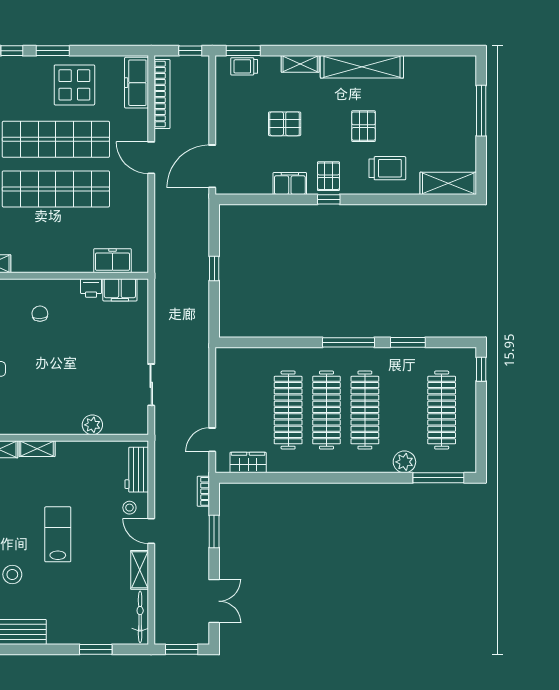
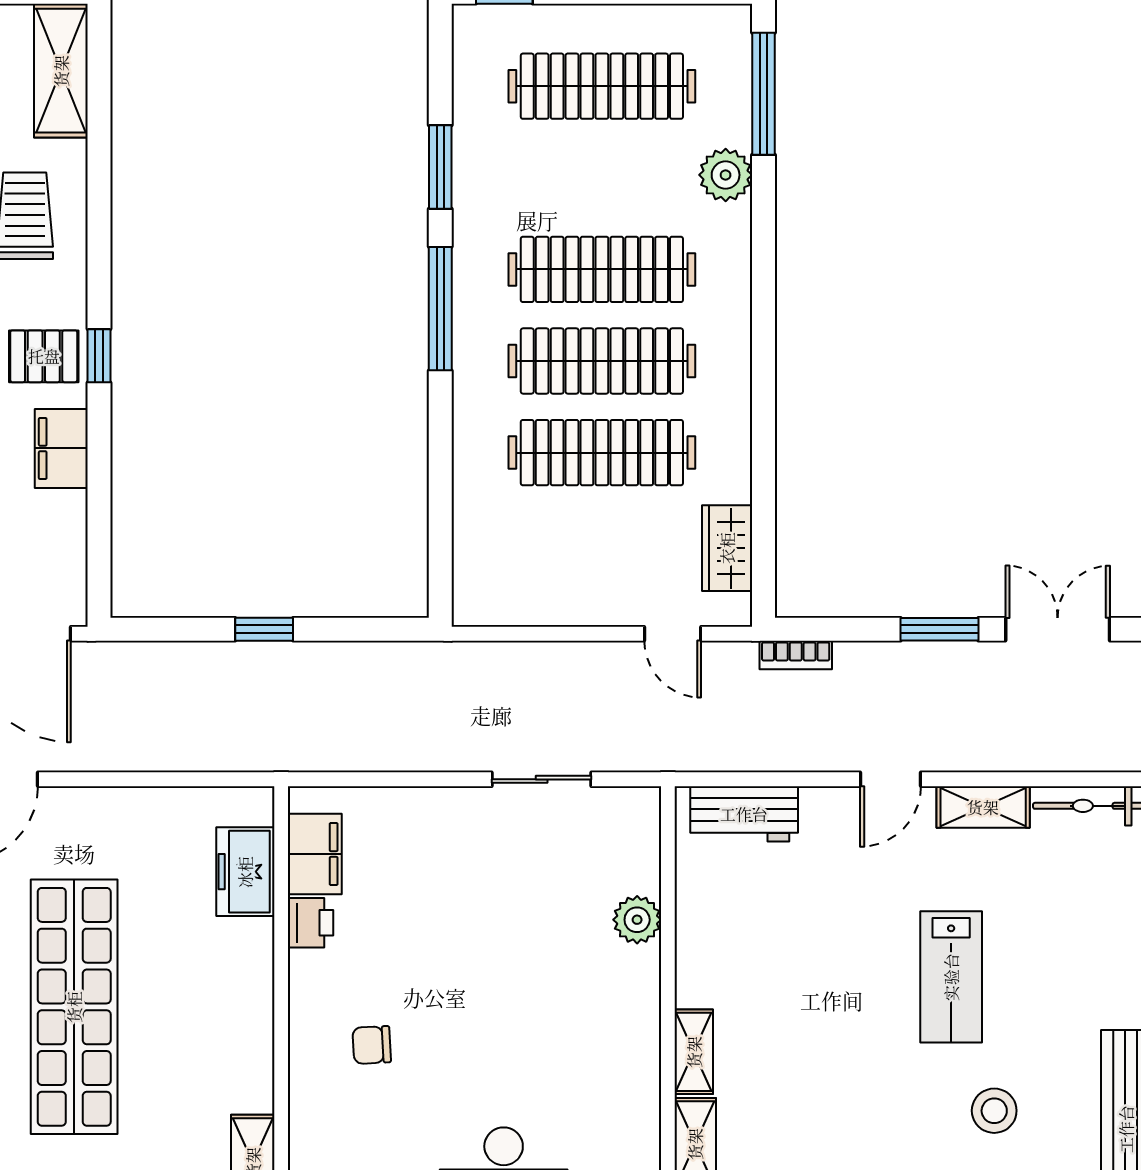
stool: (129, 508) -> (835, 831), removed
window: (214, 532) -> (940, 629), moved
lab bench: (58, 534) -> (951, 977), moved, turned -90

